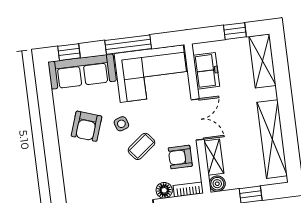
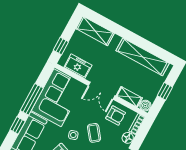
window: (235, 31) -> (61, 46), moved
window: (69, 52) -> (18, 125), moved
double door: (198, 119) -> (102, 91), swing flipped
armchair: (180, 157) -> (116, 115), turned -90

